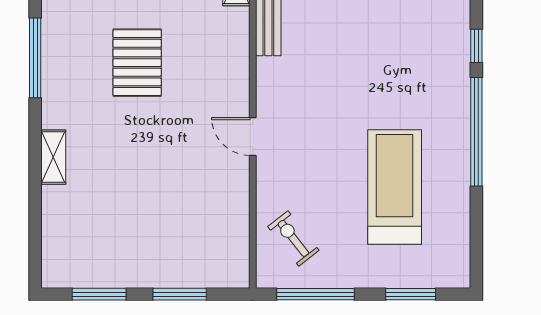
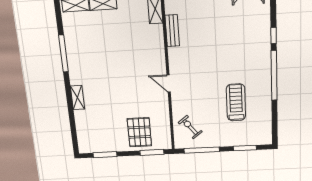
pallet: (137, 63) -> (139, 132), moved
treadmill: (395, 187) -> (236, 102), width x0.73, depth x0.73
window: (180, 294) -> (152, 152), moved

